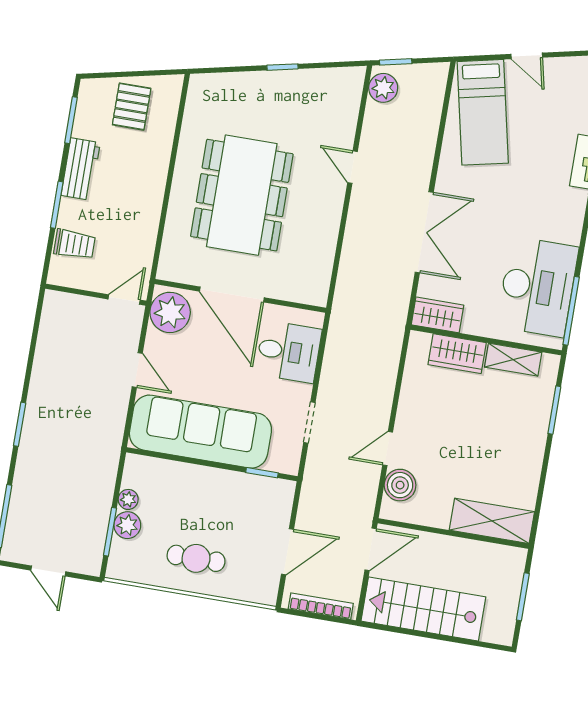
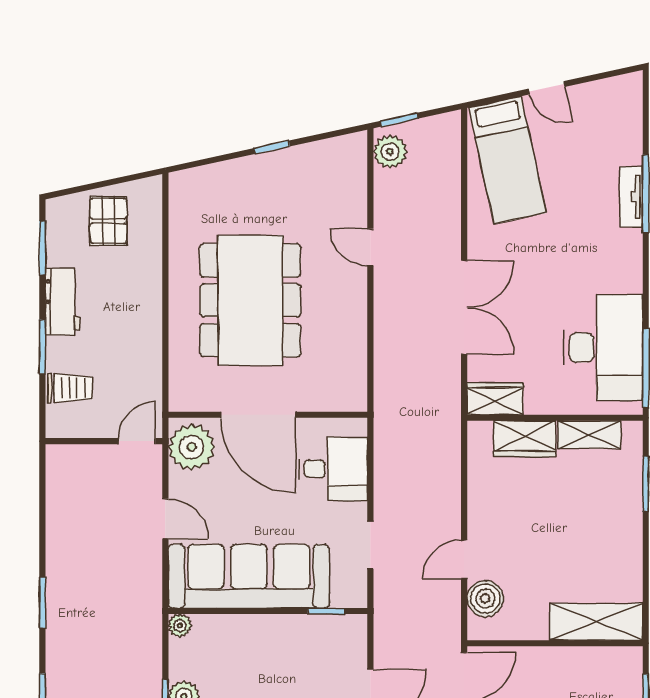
plant: (128, 499) -> (180, 625), moved

